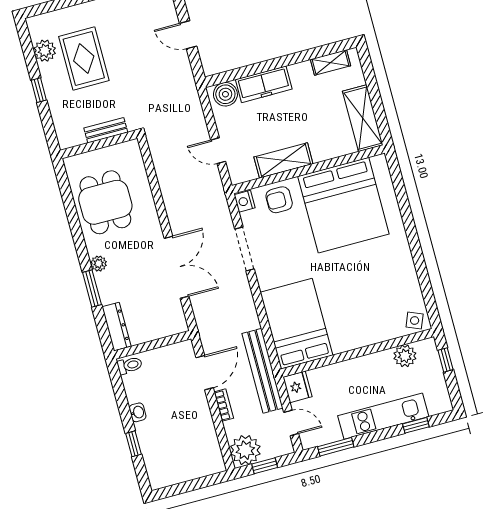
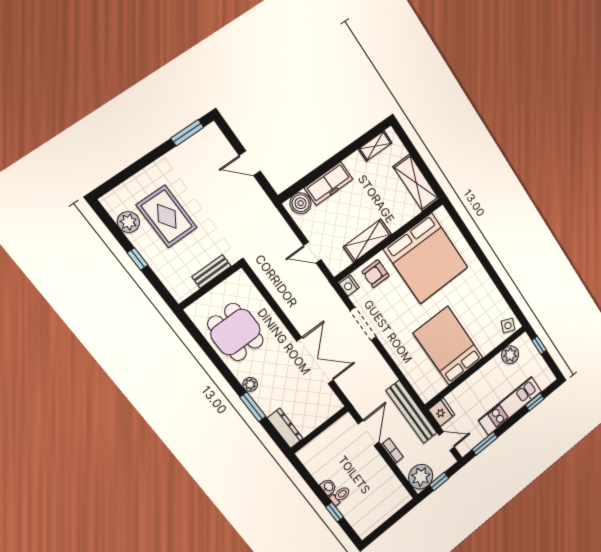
bed: (296, 324) -> (448, 346), moved
toilet: (130, 365) -> (340, 496), moved

